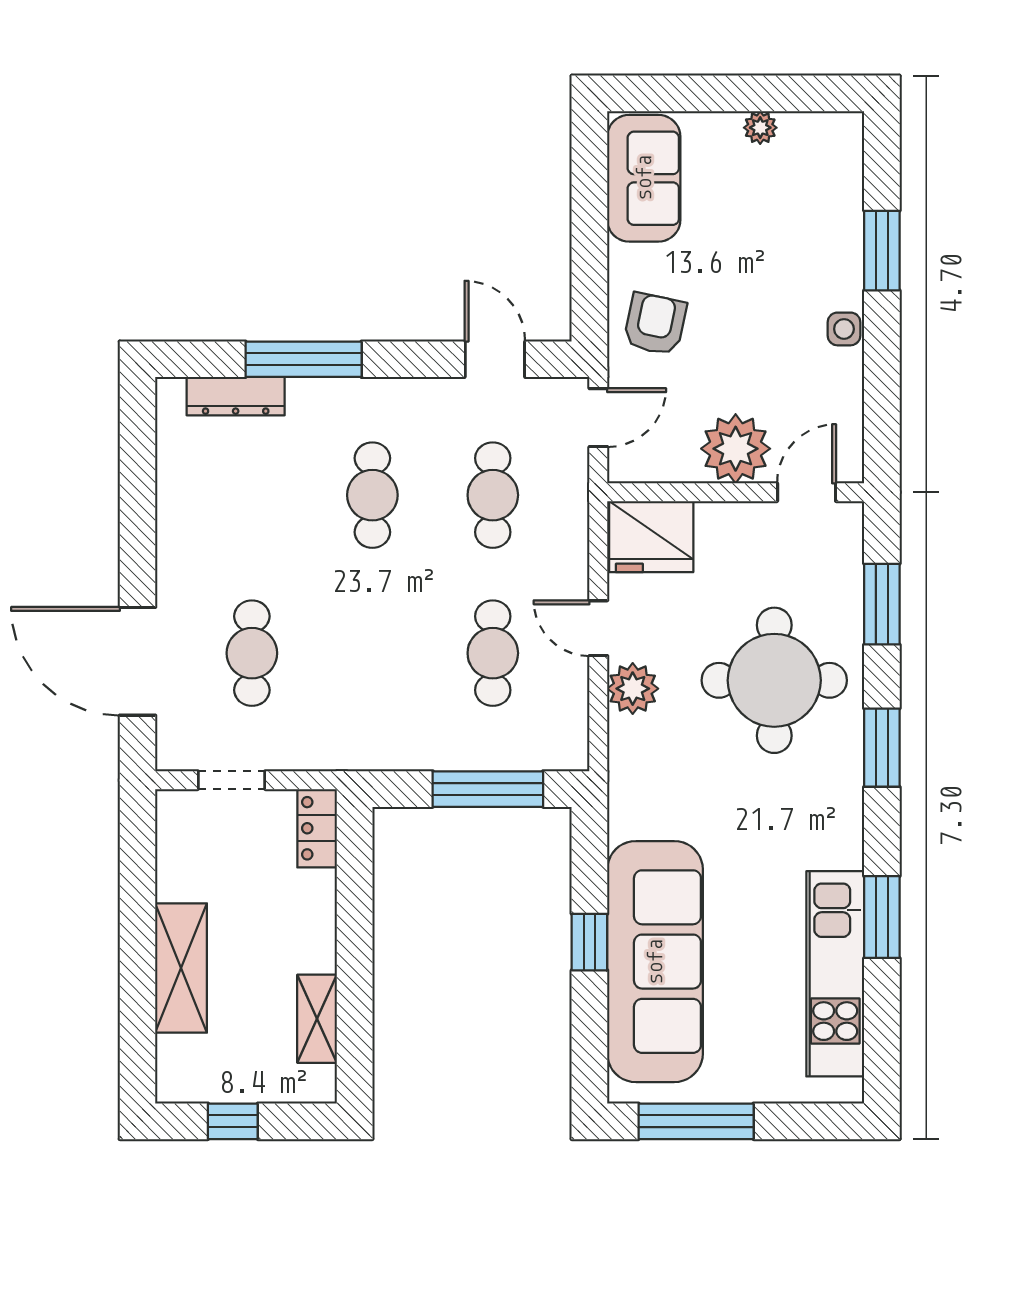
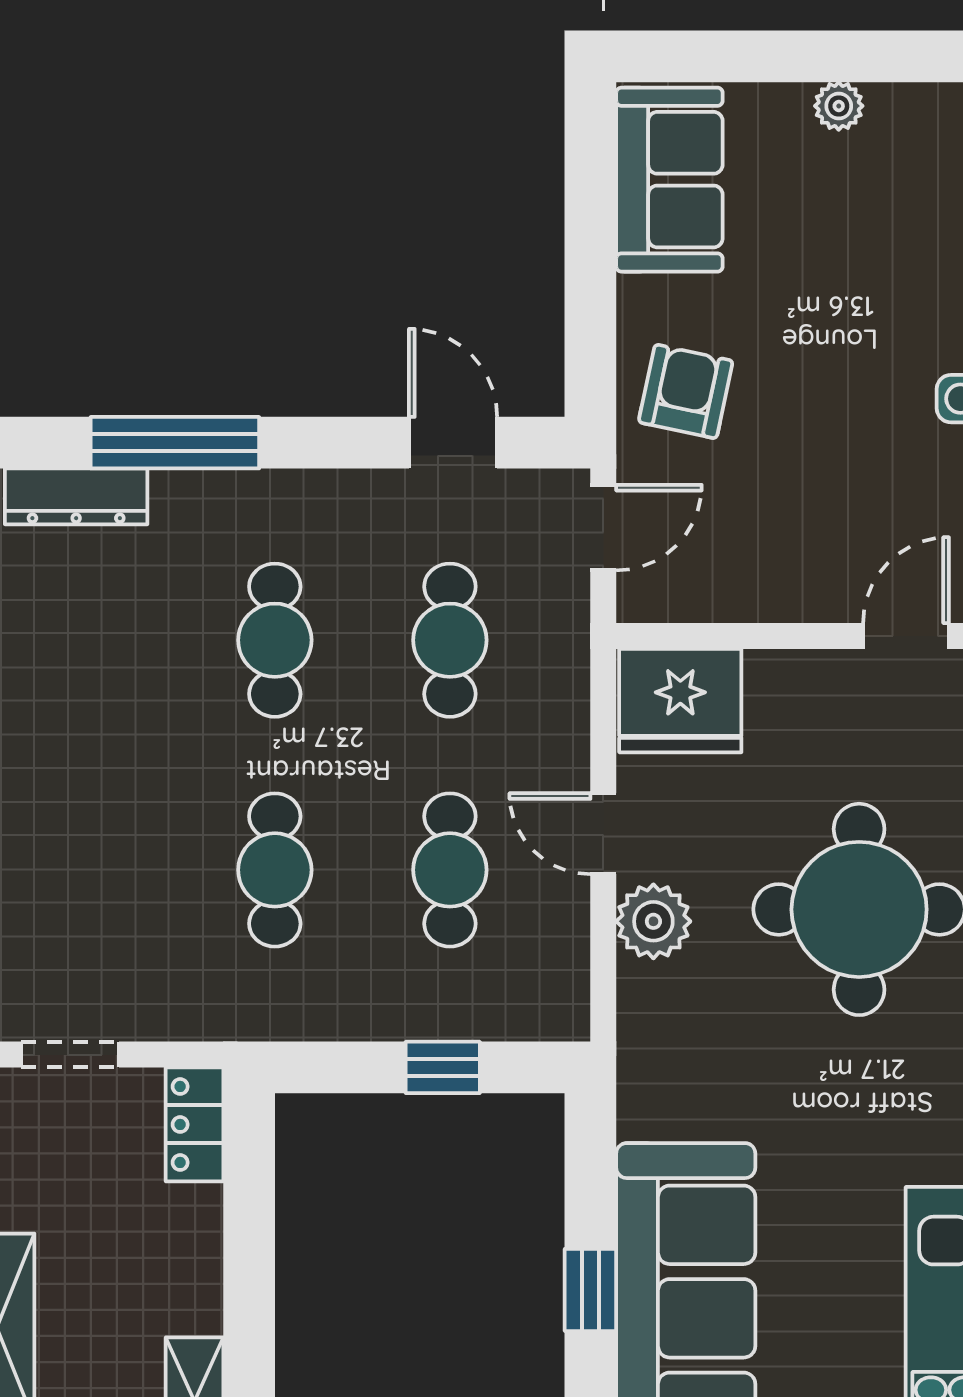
plant: (736, 449) -> (803, 573), removed
cafe table: (252, 653) -> (275, 870), moved
window: (488, 789) -> (443, 1067), width x0.46

